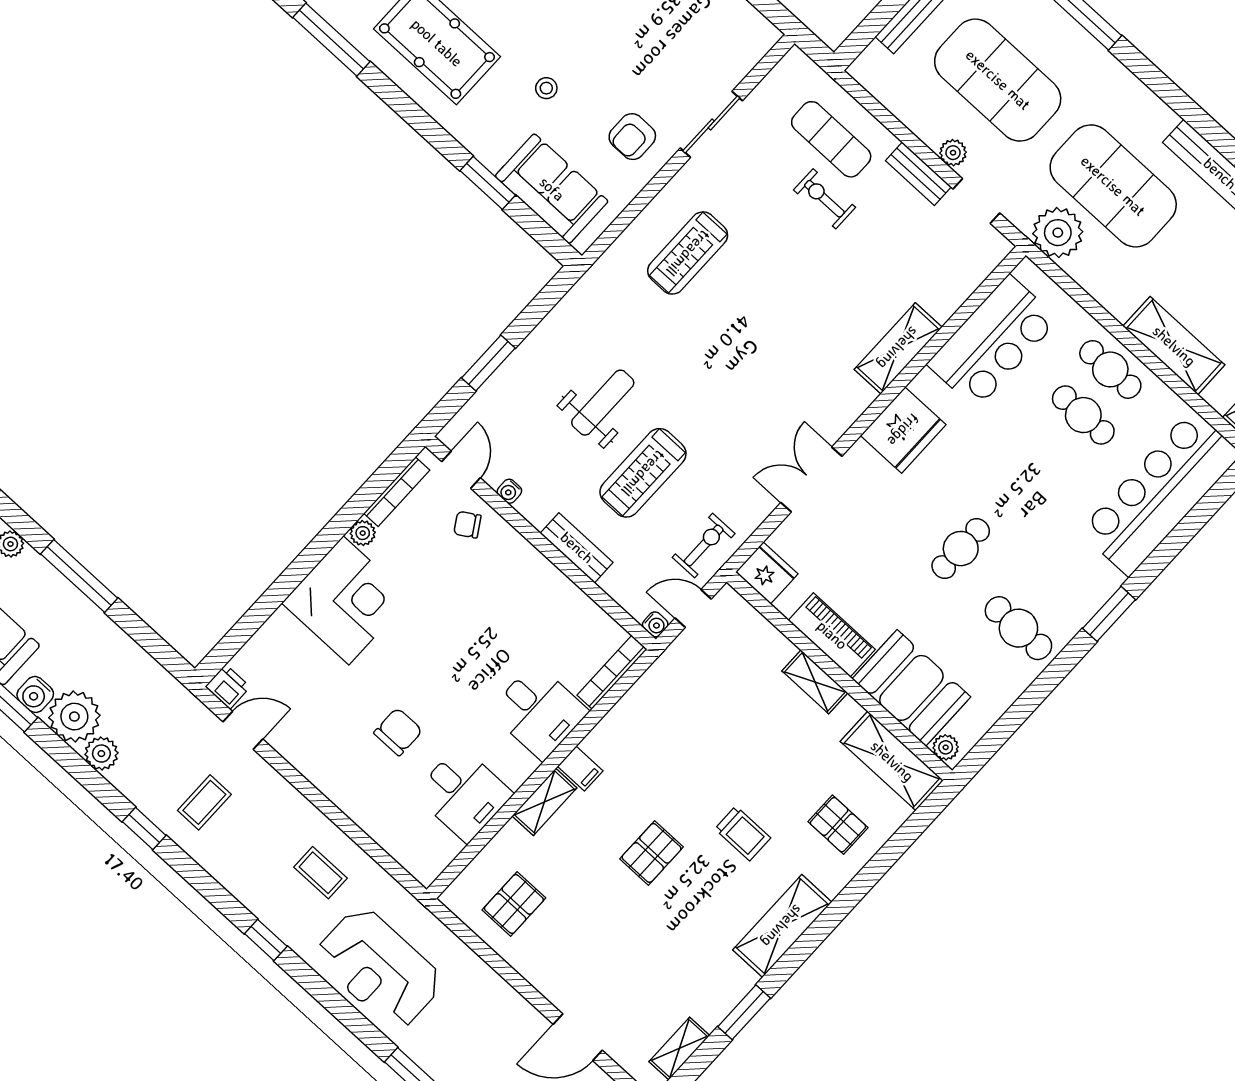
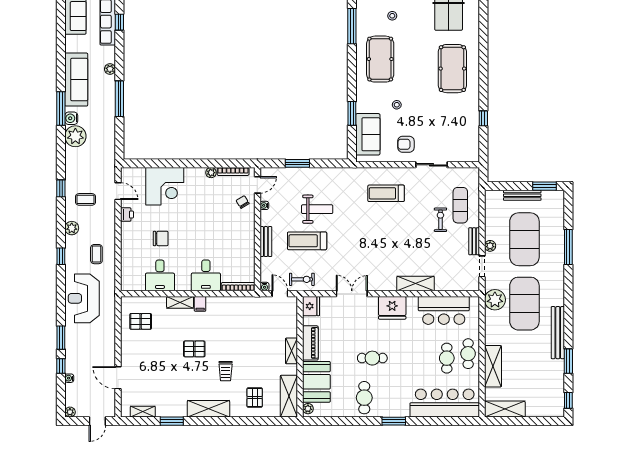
corner desk: (346, 600) -> (165, 186), moved
printer: (228, 687) -> (127, 215), moved
plant: (101, 754) -> (72, 228), moved

